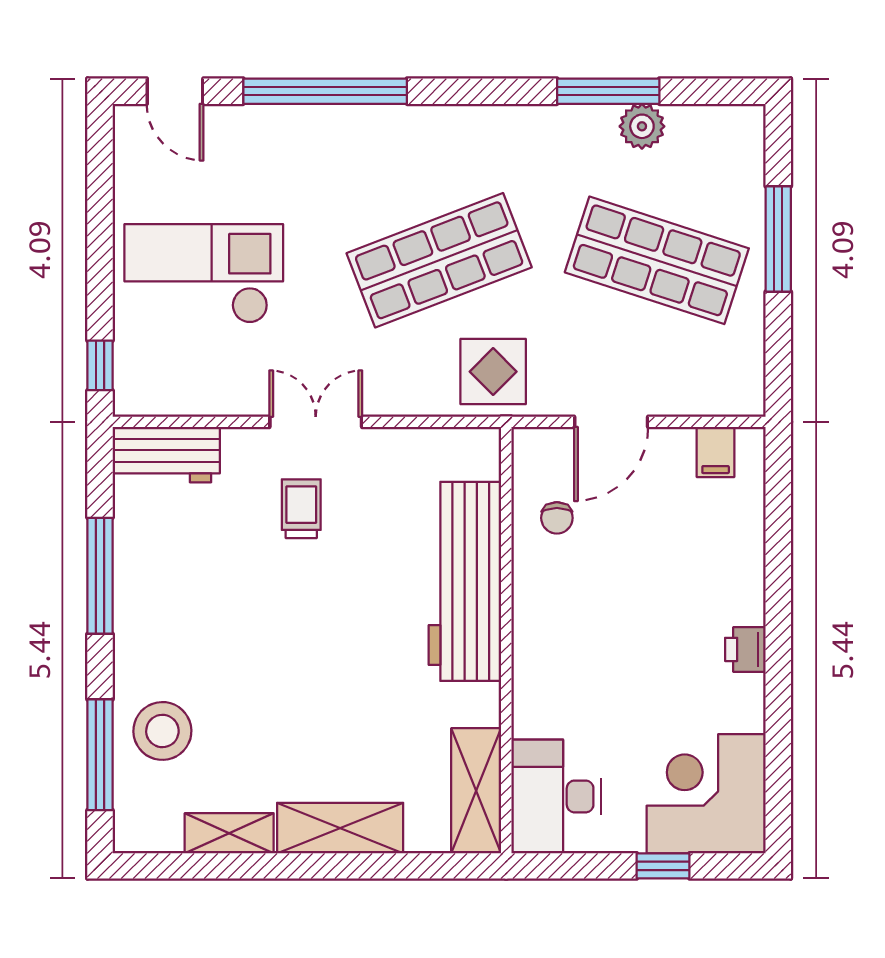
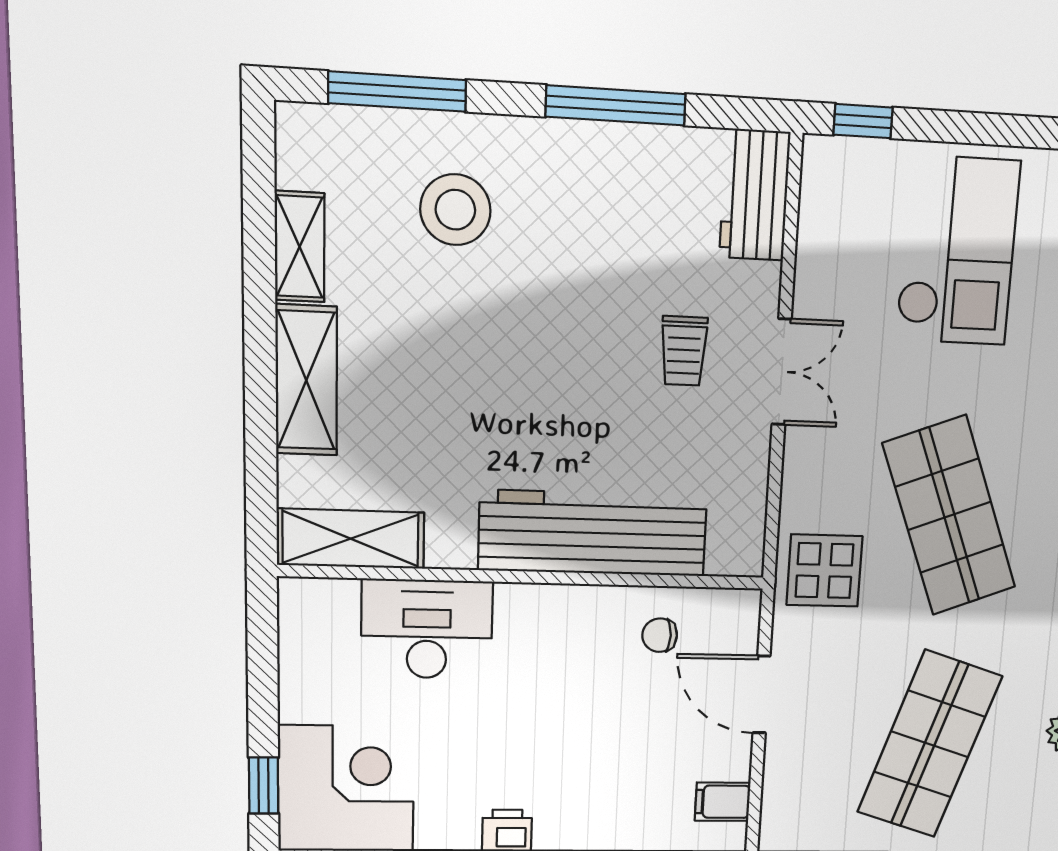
trolley: (301, 509) -> (684, 351), turned 90
stool: (162, 731) -> (455, 210), moved
desk: (556, 796) -> (427, 629), moved
window: (663, 866) -> (264, 786), moved

